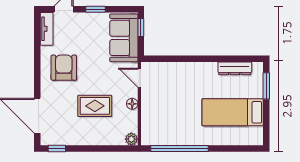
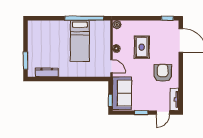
armchair: (64, 68) -> (163, 73), turned 180
rug: (95, 106) -> (142, 47), turned 90
bed: (233, 112) -> (80, 41), moved, turned 90

